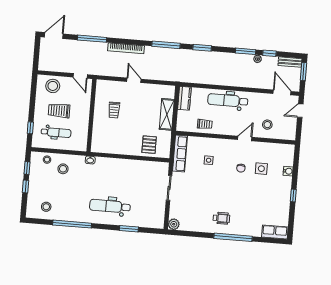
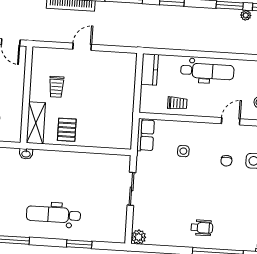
door: (134, 80) -> (82, 47), hinge flipped
dental chair: (228, 100) -> (207, 71), turned 180
shelving: (167, 114) -> (36, 123), moved
pallet: (149, 145) -> (67, 130), moved
row of seats: (180, 154) -> (146, 135), width x0.68

